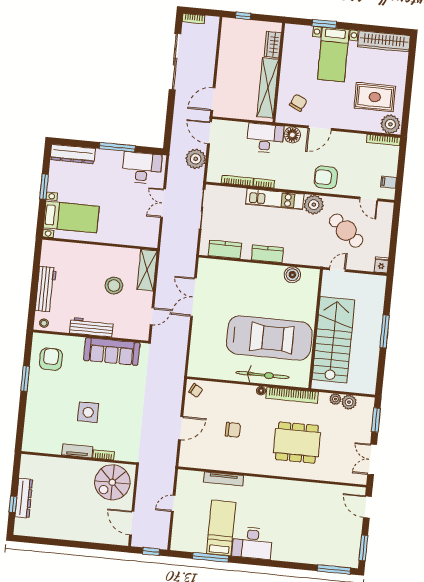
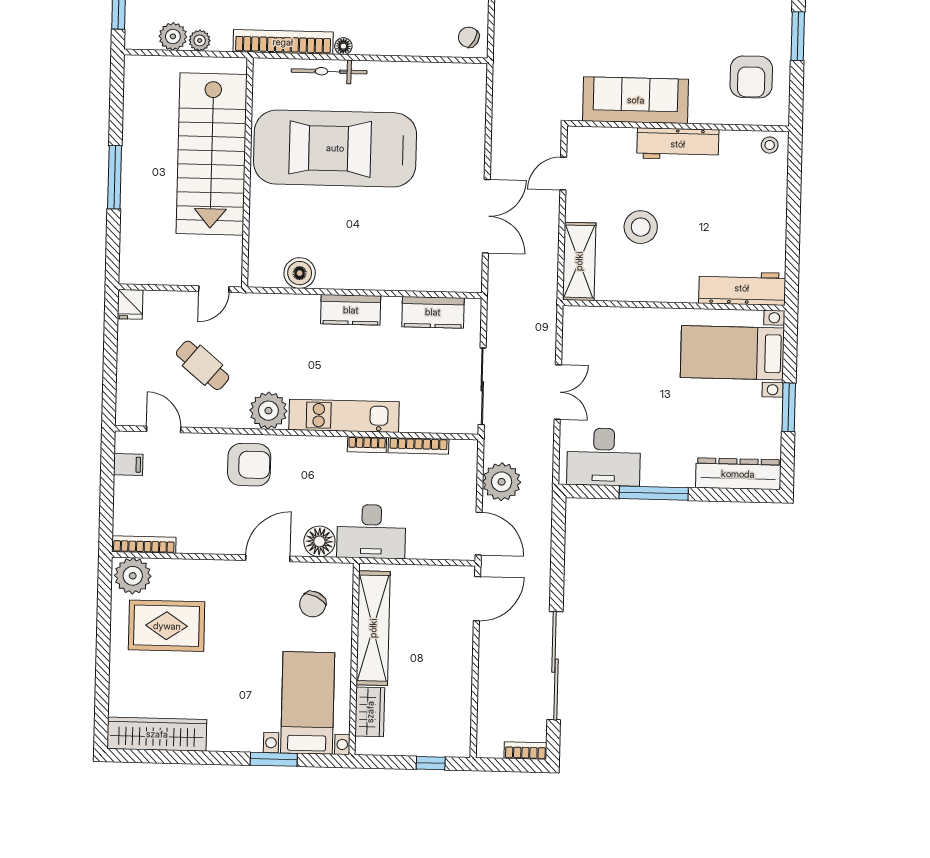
bed with nightstands: (333, 54) -> (308, 703), moved
cafe table: (346, 231) -> (203, 365), width x0.73, depth x0.74
workbench: (46, 289) -> (742, 288), moved, turned 90
bicycle: (263, 375) -> (329, 71), width x0.73, depth x0.71

